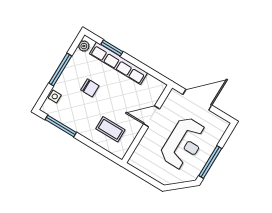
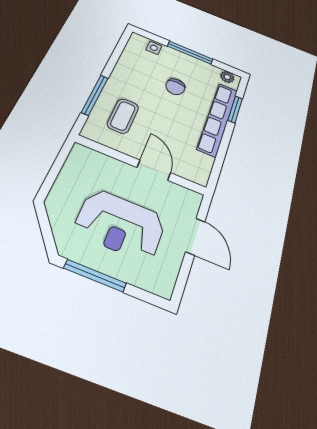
door: (197, 100) -> (195, 237), width x0.73
window: (61, 126) -> (95, 95), moved

